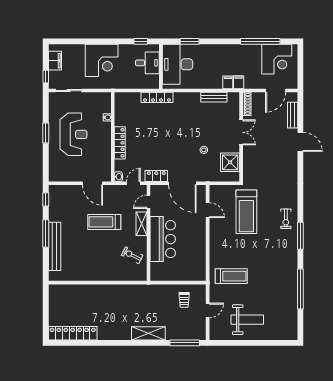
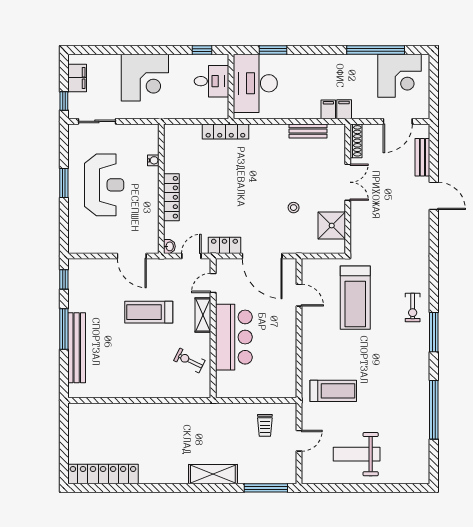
weight bench: (247, 320) -> (357, 454), turned 180

